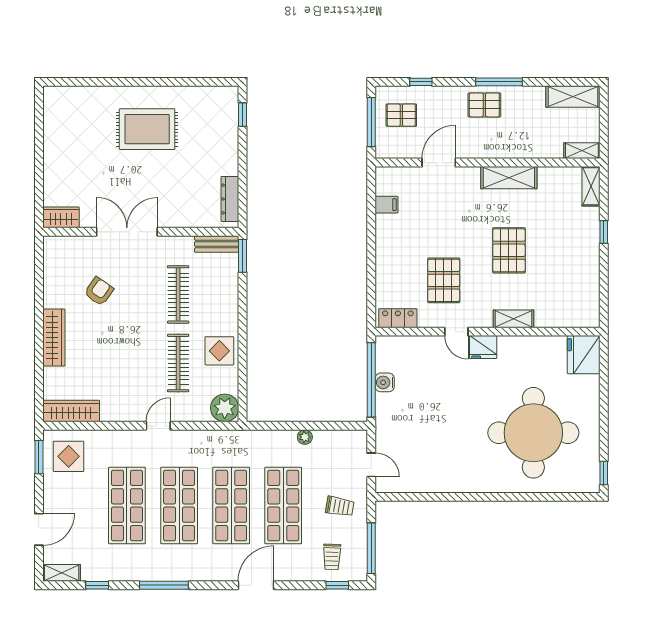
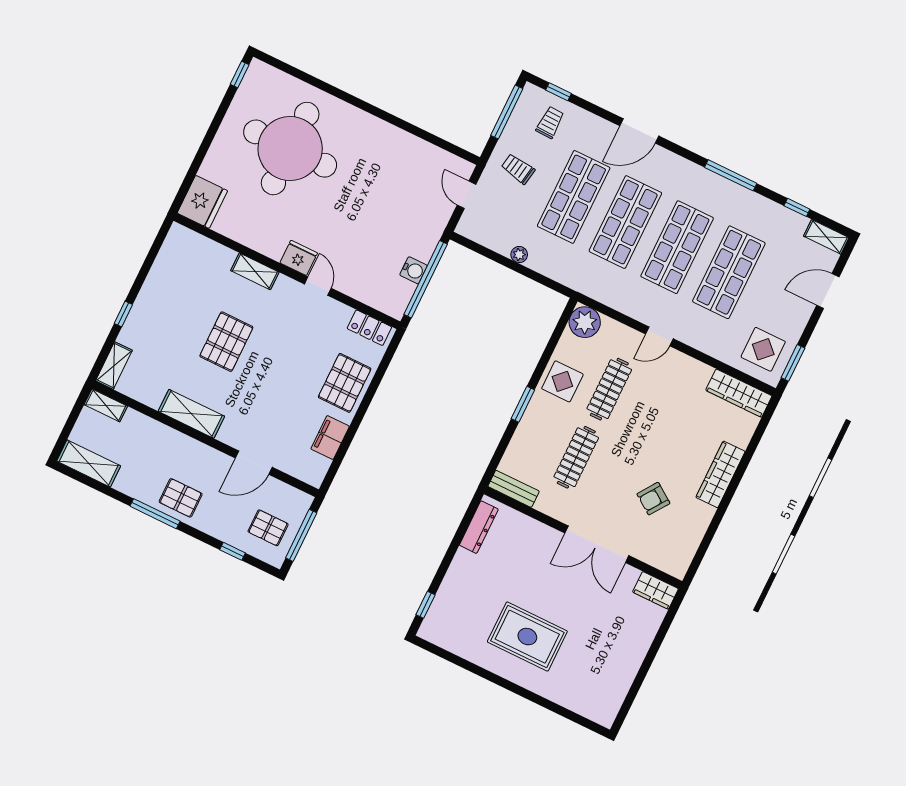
filing cabinet: (386, 205) -> (330, 438), width x2.00
window: (243, 256) -> (523, 404), moved
pallet: (444, 280) -> (345, 383), moved

